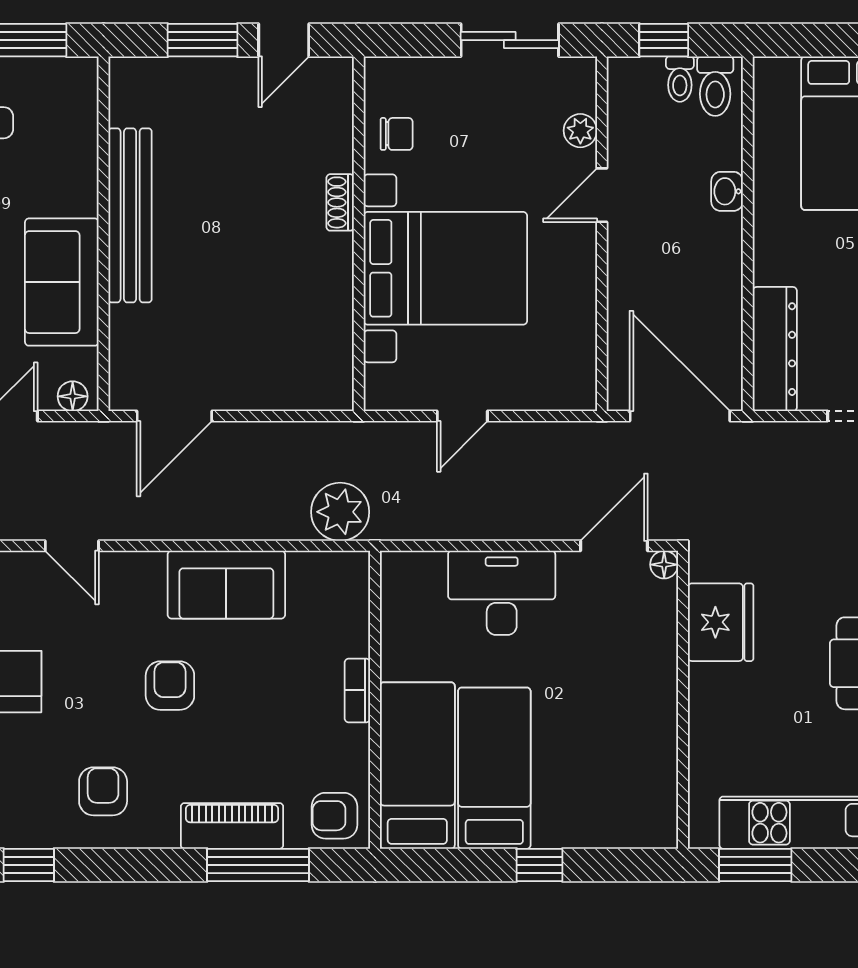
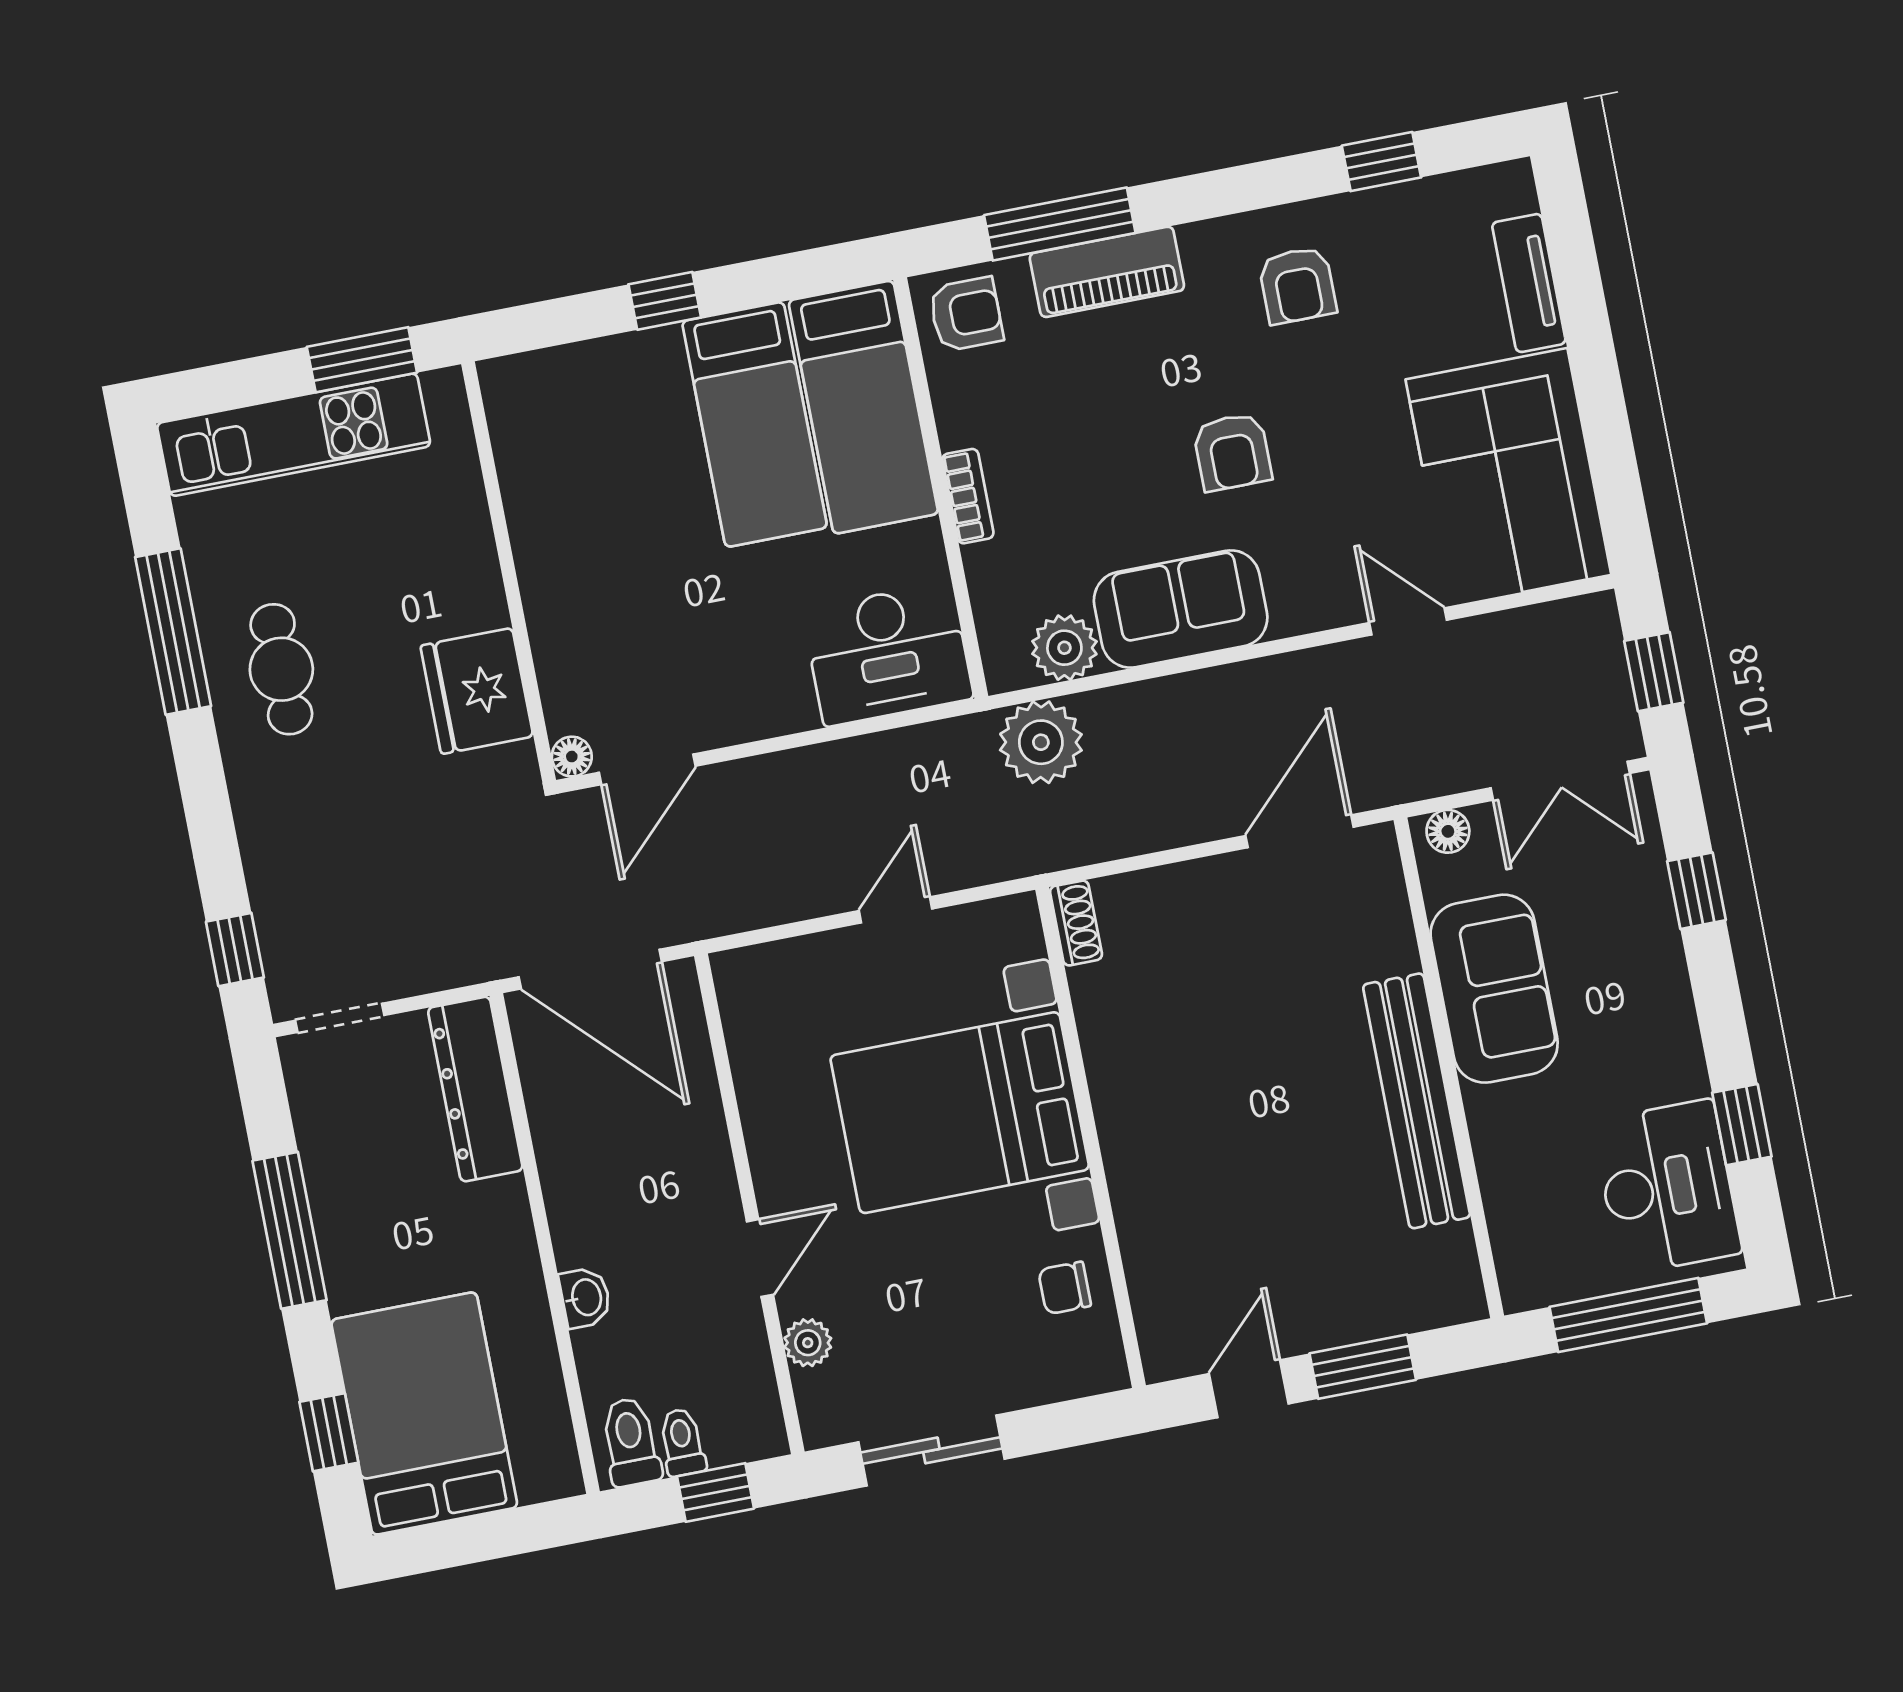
shoe rack: (340, 202) -> (1076, 923), moved
plant: (311, 574) -> (1064, 648), added
desk: (502, 593) -> (888, 654), moved

